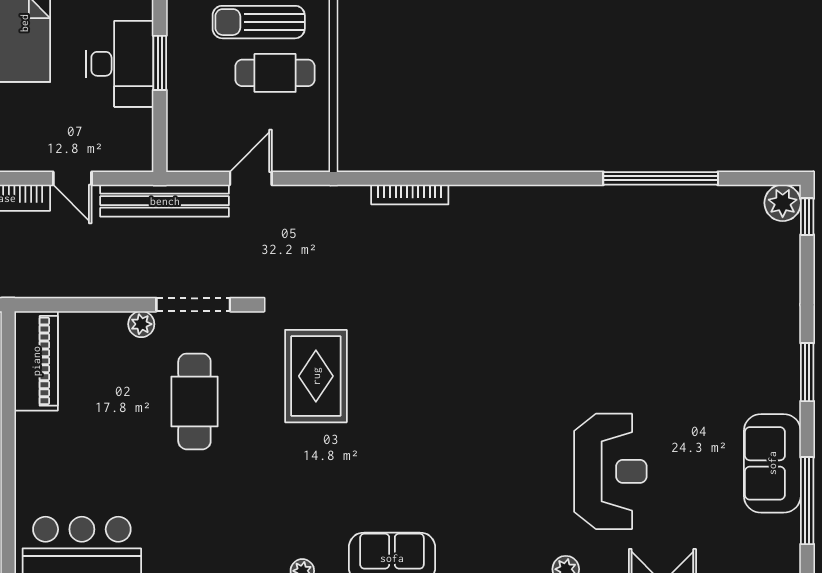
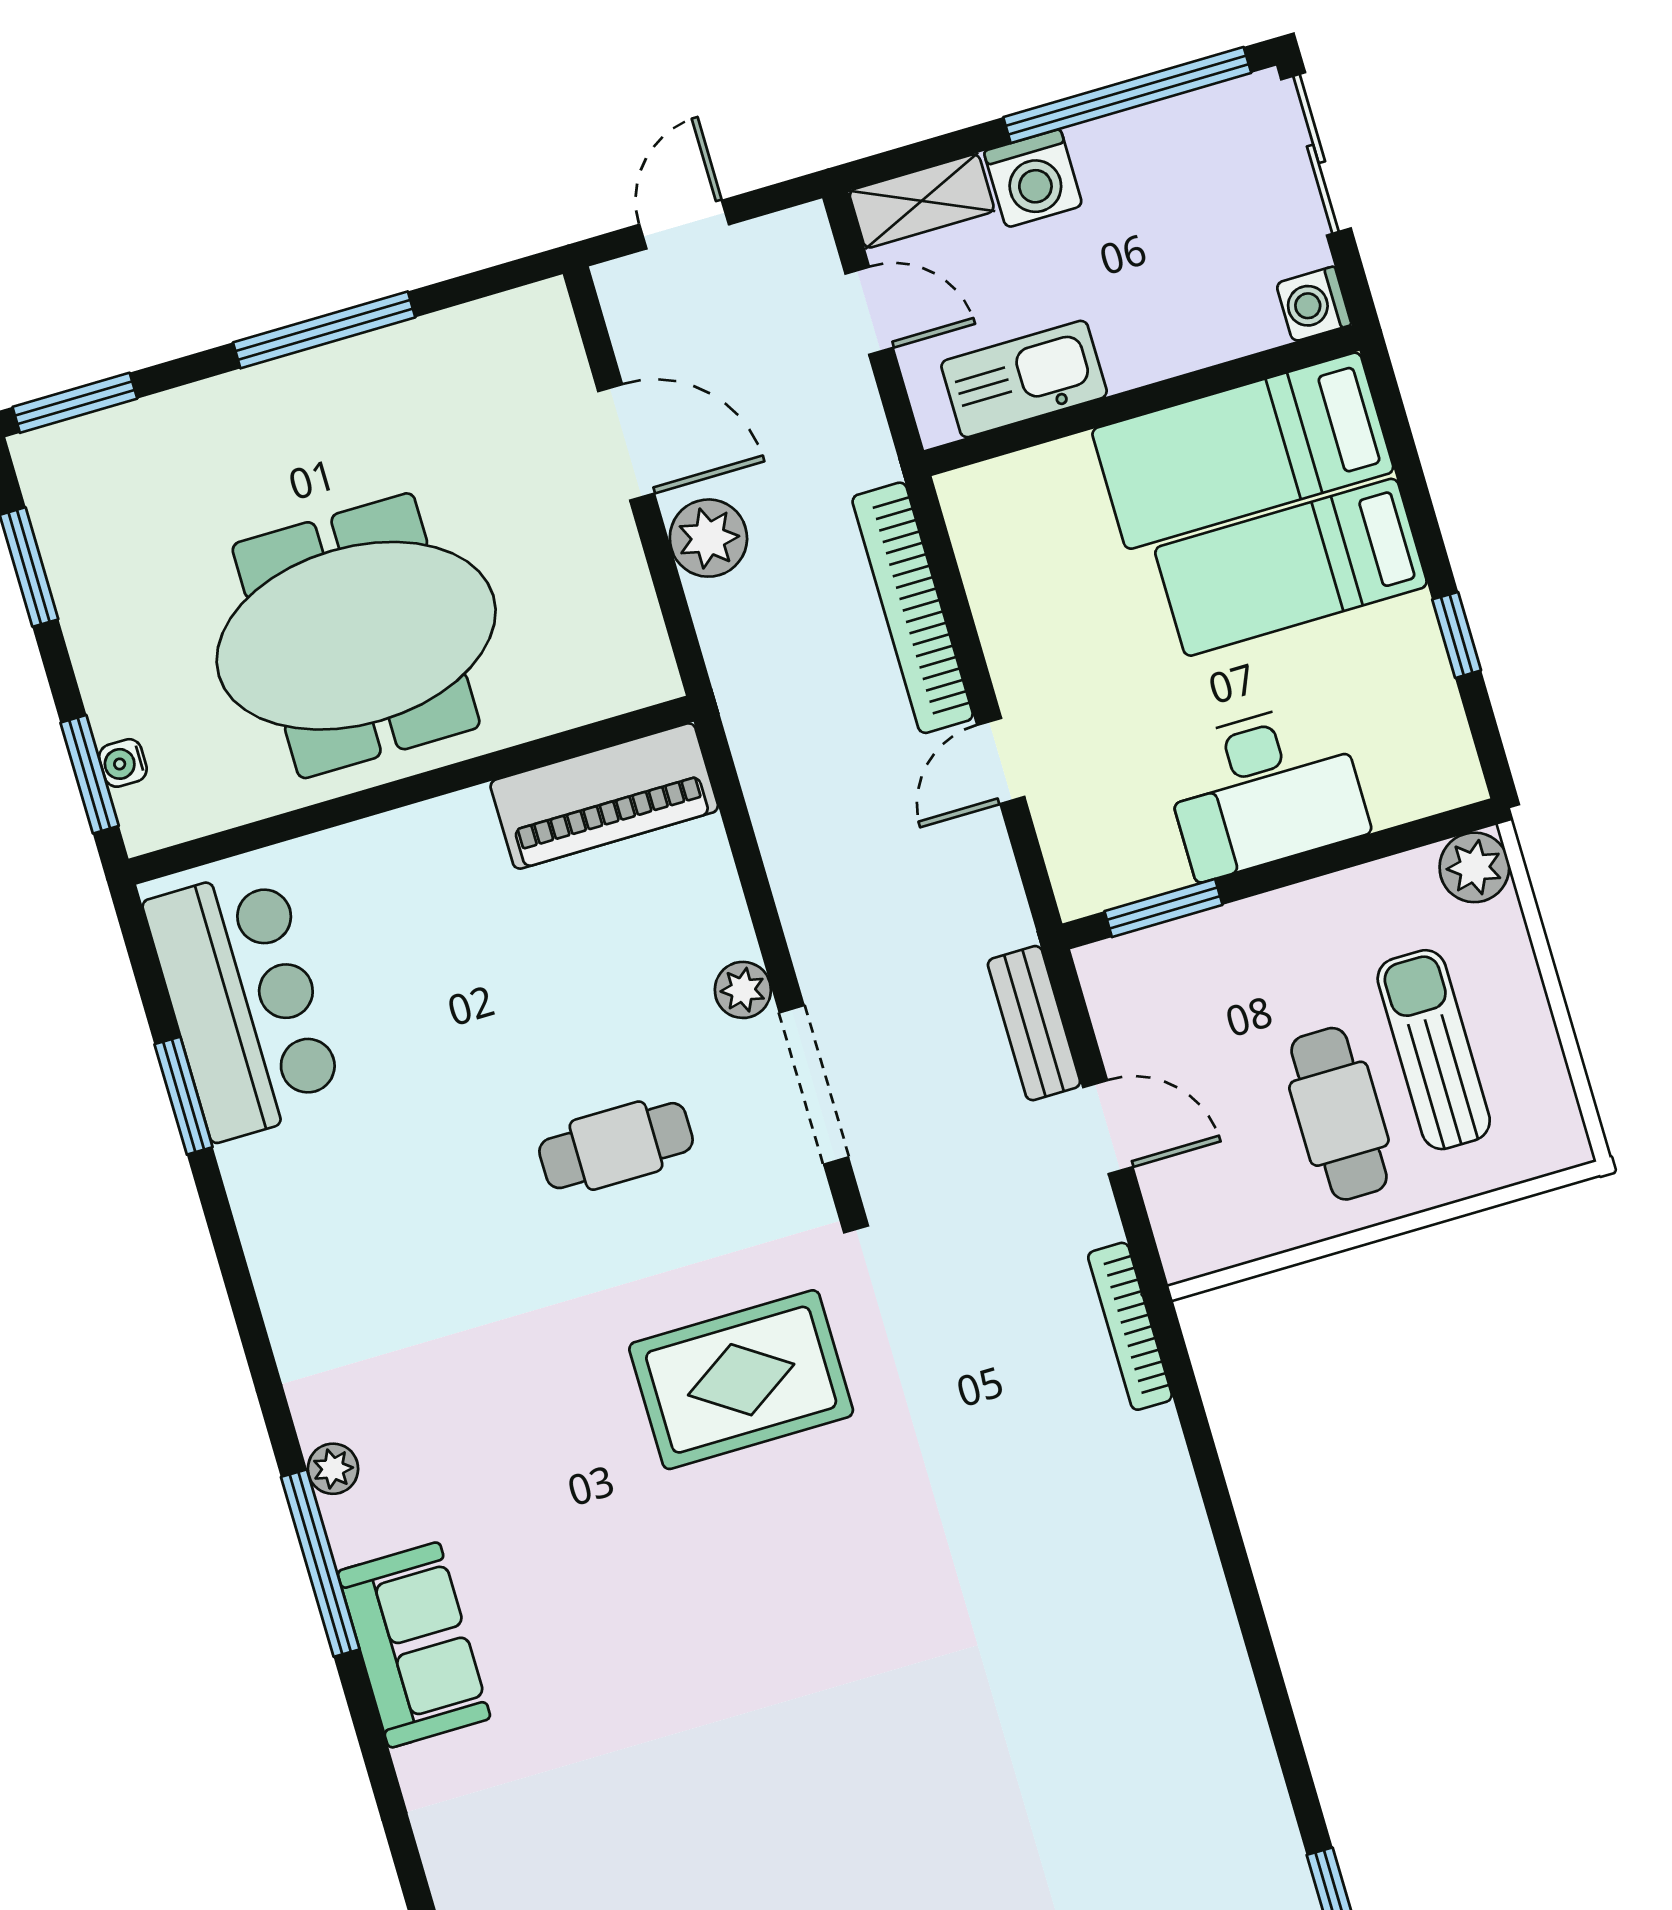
window: (160, 63) -> (1163, 908), moved
bookcase: (410, 195) -> (1130, 1326), moved
bench: (165, 201) -> (1034, 1023), width x0.54, depth x0.82
cafe table: (194, 401) -> (616, 1146), width x0.73, depth x0.74

